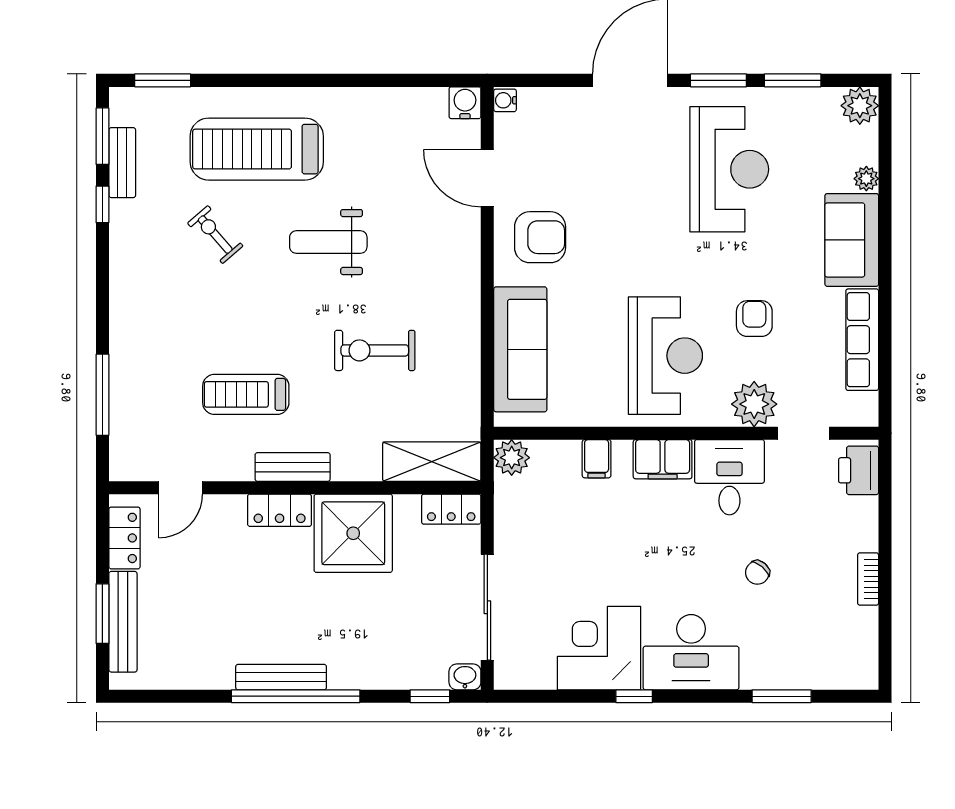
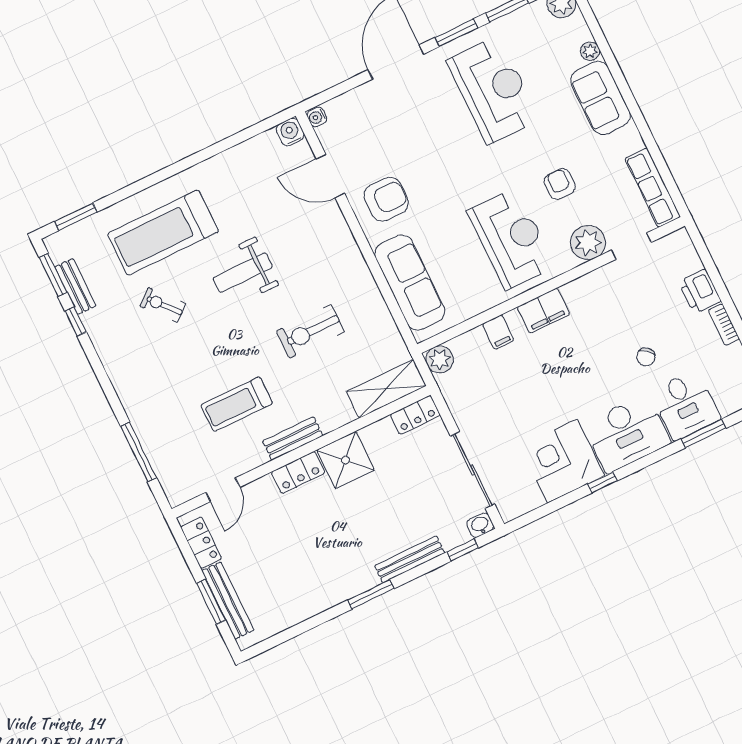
row of seats: (862, 340) -> (653, 188), moved
printer: (859, 470) -> (700, 291), moved
desk: (729, 477) -> (685, 405), moved, turned 180
shower: (353, 533) -> (345, 460), width x0.73, depth x0.73
bench: (281, 677) -> (410, 559), moved
window: (296, 696) -> (371, 594), width x0.47

